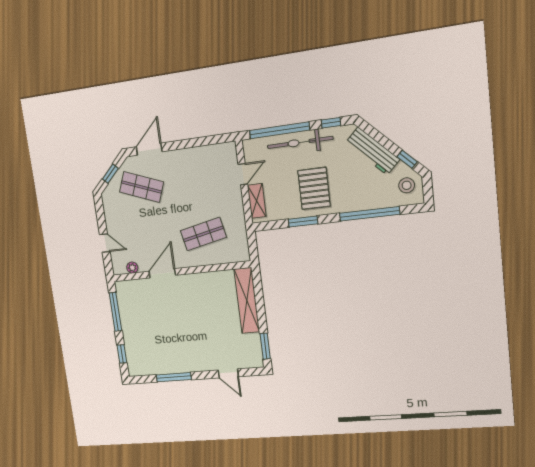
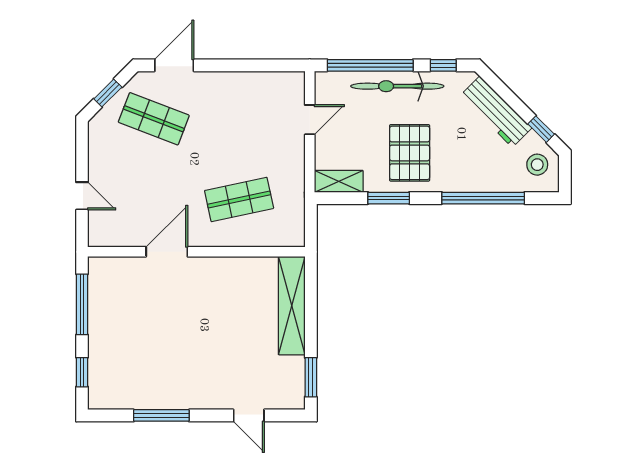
shelving: (257, 201) -> (339, 181), moved, turned 90
plant: (132, 268) -> (120, 238), removed

